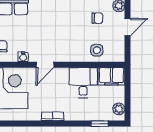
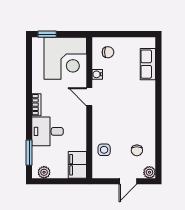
door: (128, 27) -> (128, 181), hinge flipped
desk: (83, 83) -> (48, 131), moved, turned 180
window: (100, 124) -> (29, 153), width x1.50

